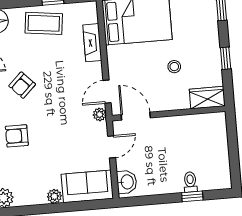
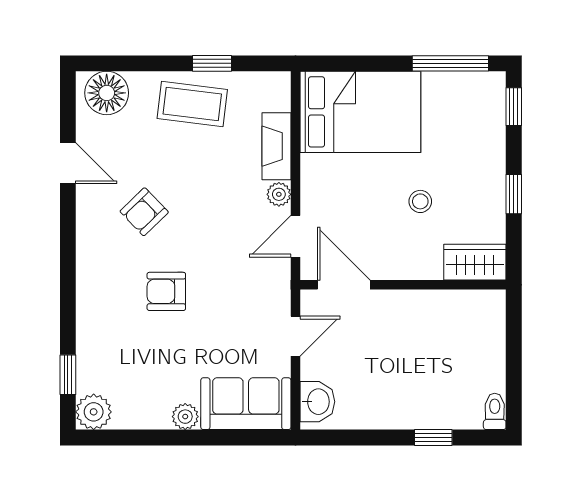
plant: (100, 114) -> (279, 194), moved
armchair: (17, 136) -> (166, 291), moved
toilet: (190, 182) -> (495, 411), moved

